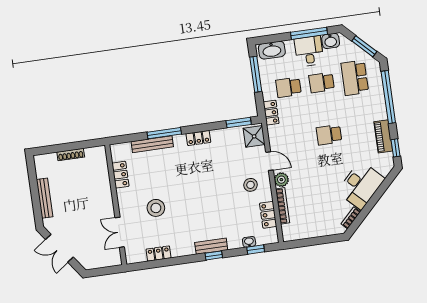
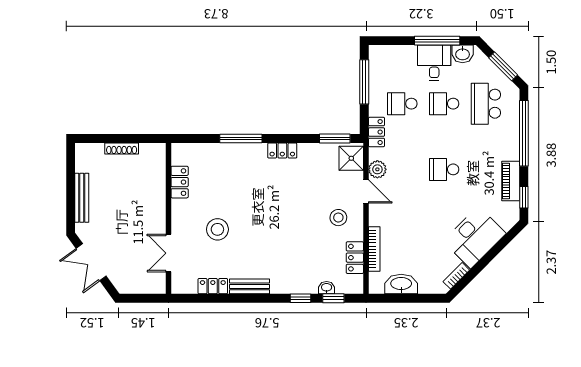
washbasin: (272, 50) -> (401, 284), moved, turned 180
bench: (152, 144) -> (224, 150), removed
plant: (281, 180) -> (377, 169), moved
bench: (211, 246) -> (249, 286), moved
window: (214, 255) -> (300, 298), moved

